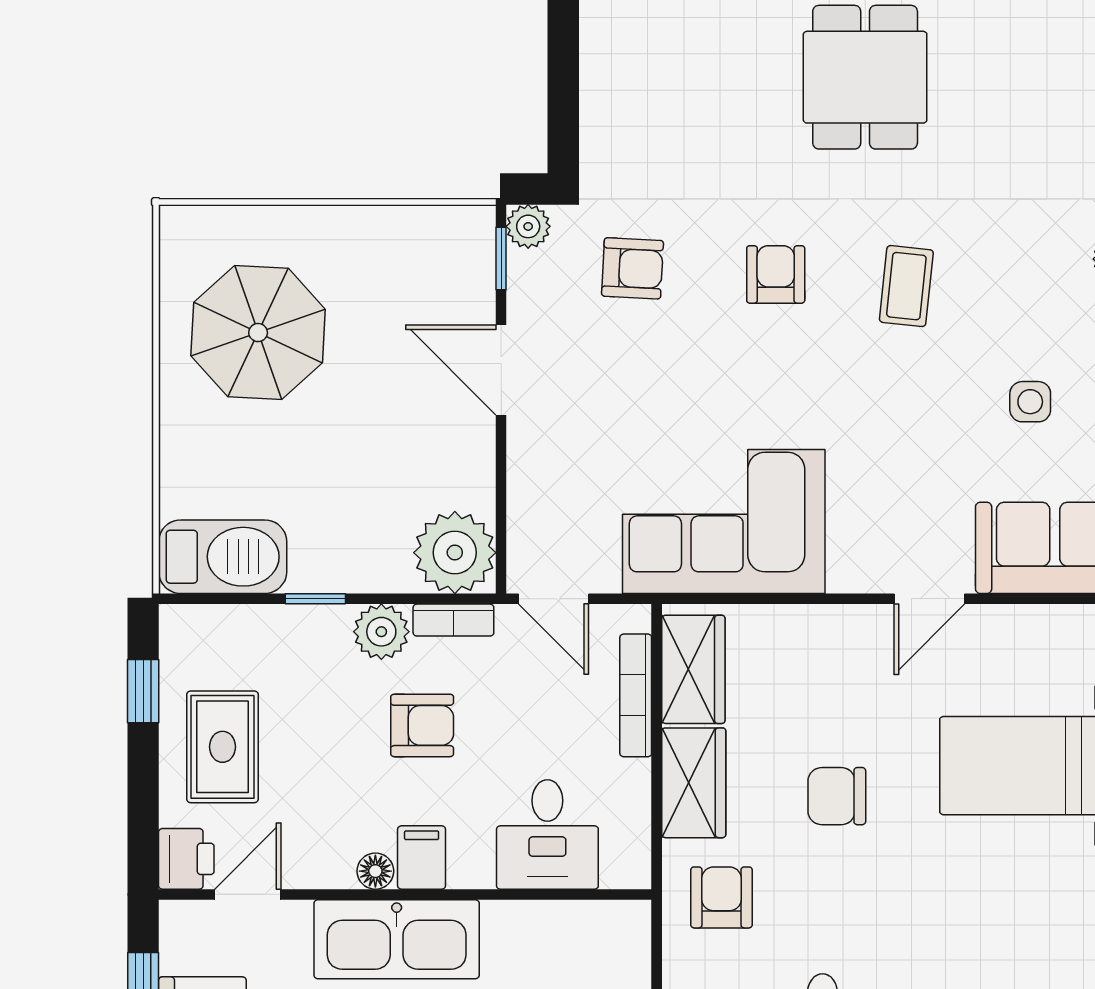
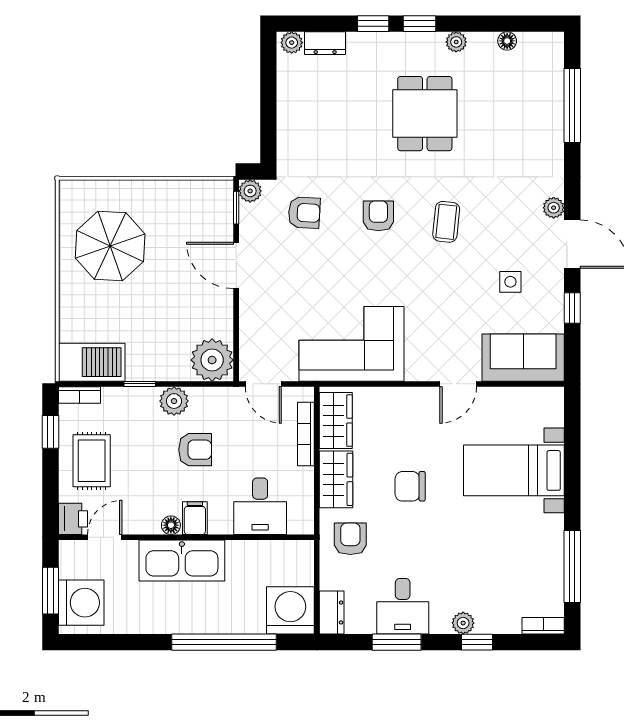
bookcase: (453, 620) -> (79, 395), moved

